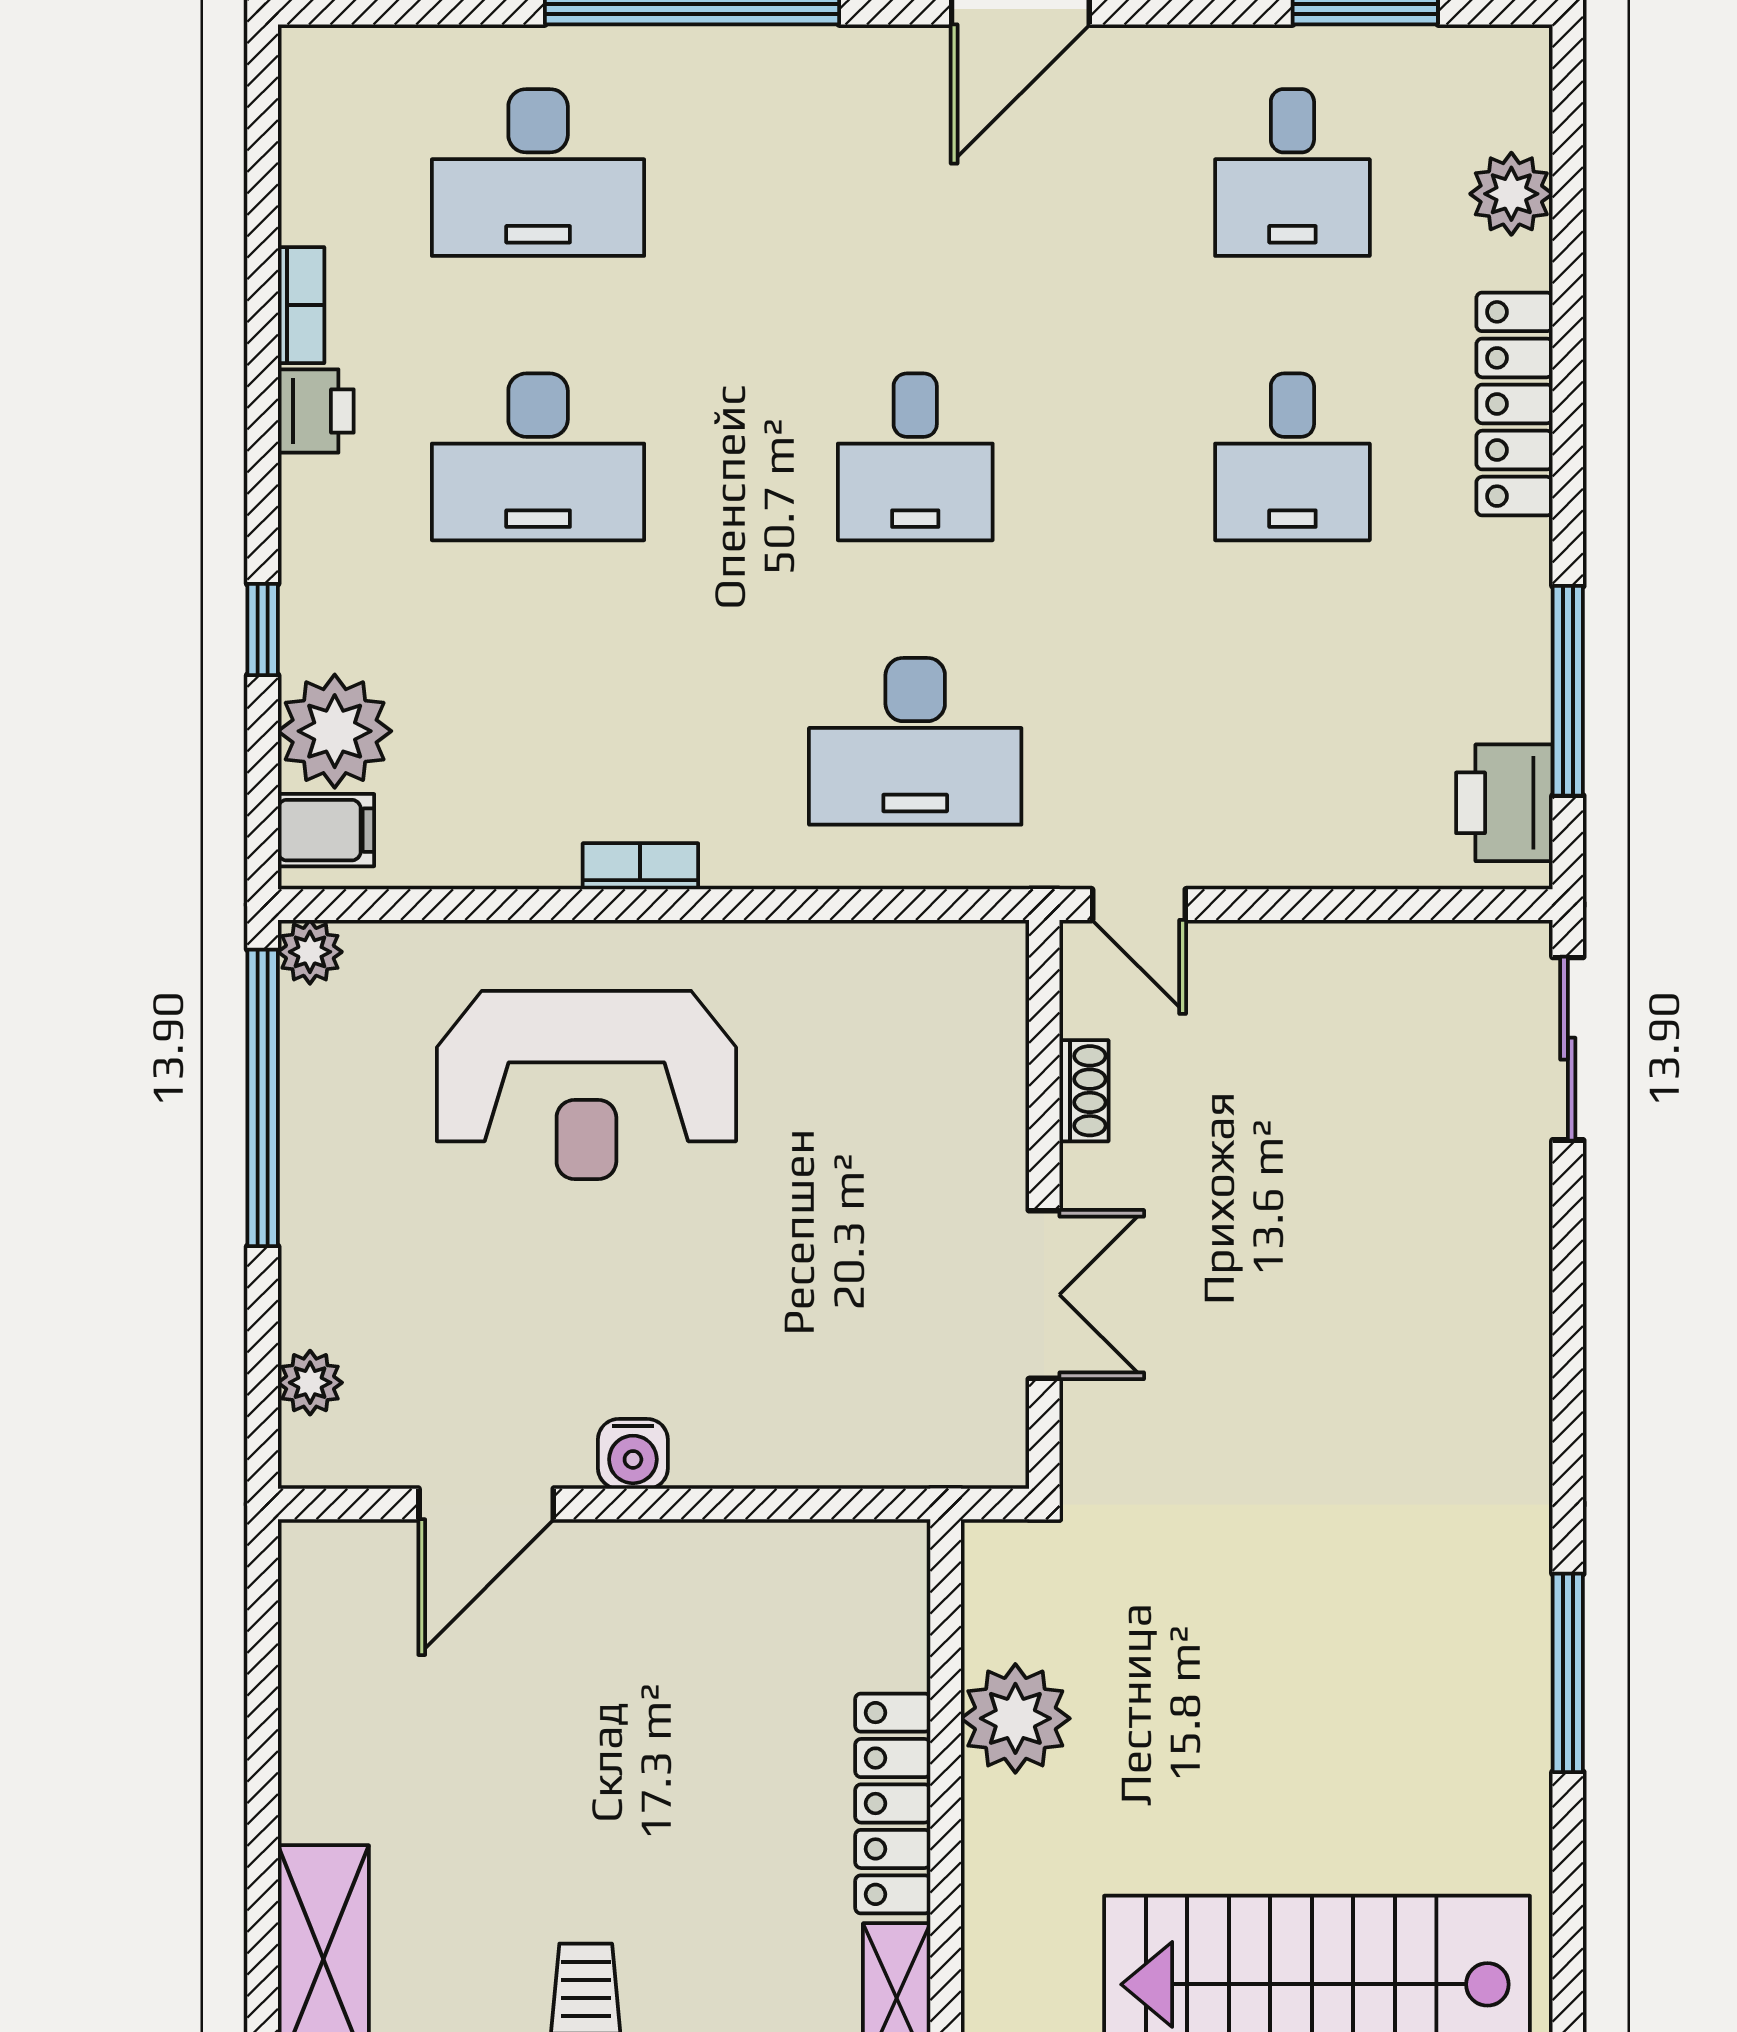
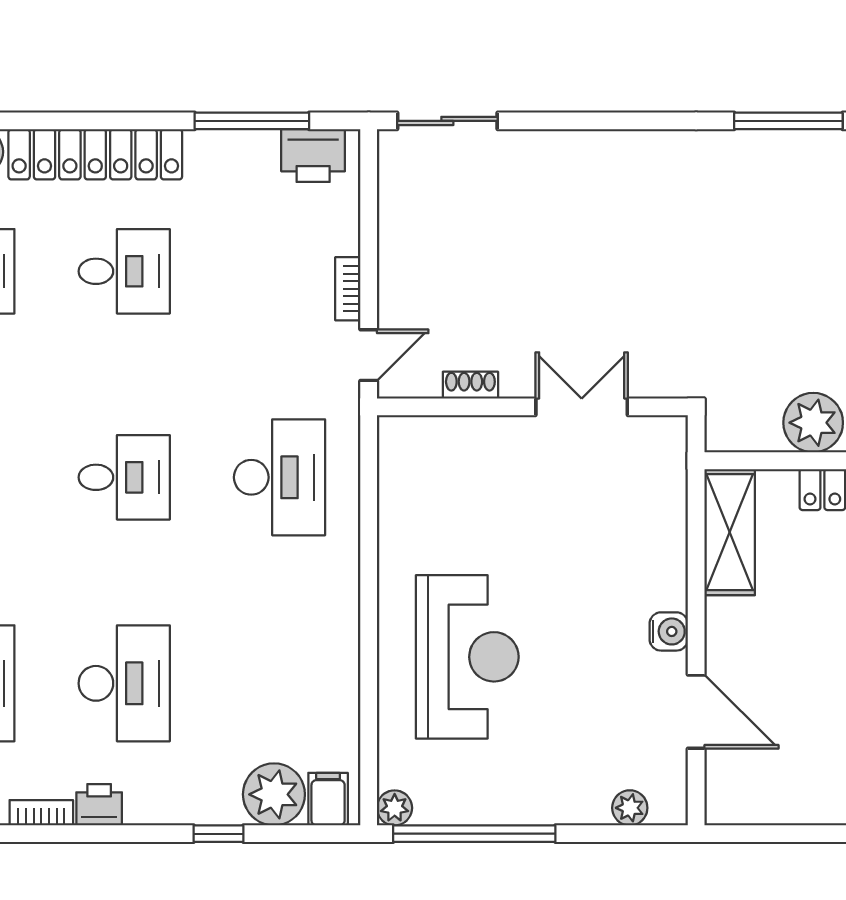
locker: (1515, 404) -> (95, 154), width x1.41, depth x1.21
bookcase: (640, 866) -> (348, 289), moved
shelving: (815, 1565) -> (730, 532), added

